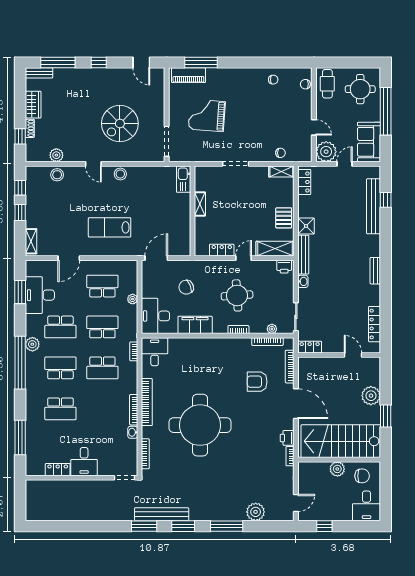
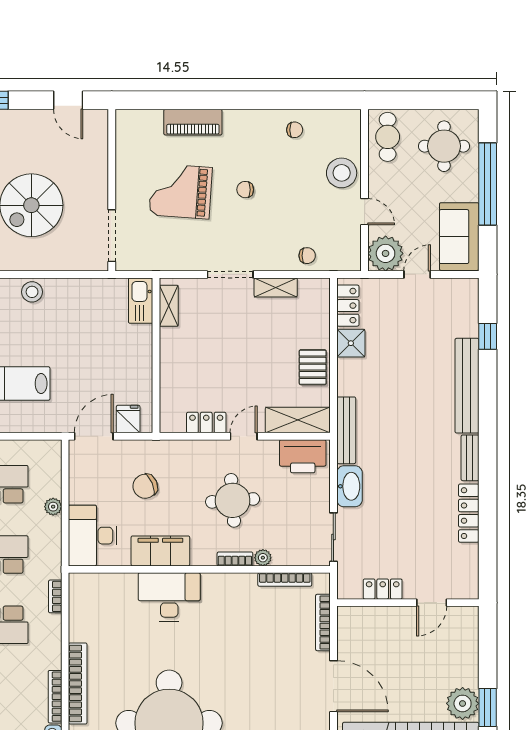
window: (201, 62) -> (171, 100), removed
piano: (188, 75) -> (193, 122), moved
chair: (305, 84) -> (245, 190), moved
stool: (301, 105) -> (342, 173), added
shelving: (281, 171) -> (276, 287), moved
shelving: (200, 204) -> (169, 306), moved
bench: (374, 206) -> (467, 386), moved
shower: (306, 226) -> (351, 343), moved
fridge: (176, 248) -> (128, 419), added
printer: (284, 267) -> (303, 456), width x1.87, depth x1.48
washbasin: (303, 281) -> (349, 486), width x1.91, depth x1.45
locker: (375, 324) -> (469, 513), moved
plant: (272, 329) -> (263, 558), moved
locker: (310, 347) -> (383, 589), moved
desk: (155, 352) -> (169, 597), moved, width x1.37
door: (353, 355) -> (432, 603), swing flipped
armchair: (257, 382) -> (267, 648), removed
plant: (371, 396) -> (463, 703), moved

